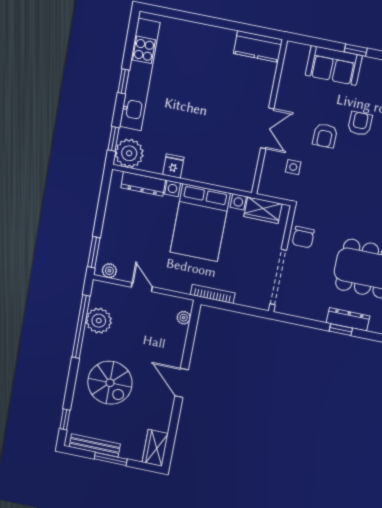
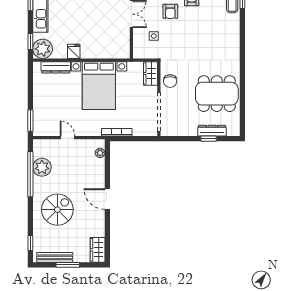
wardrobe: (263, 210) -> (150, 73), moved, turned 90
plant: (109, 271) -> (43, 131), removed
spiral stairs: (110, 383) -> (57, 210), turned -90

